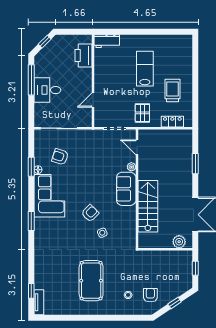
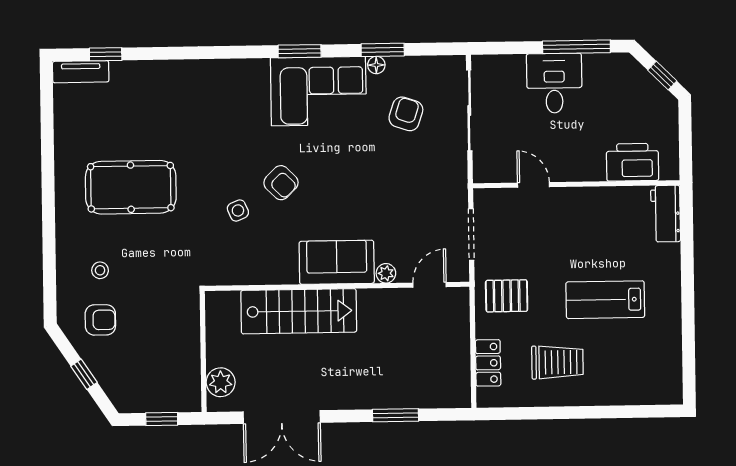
lab bench: (145, 69) -> (605, 300), turned 180
window: (31, 221) -> (300, 51), moved

